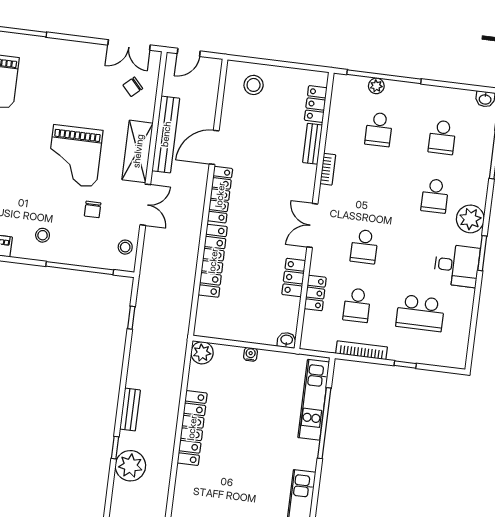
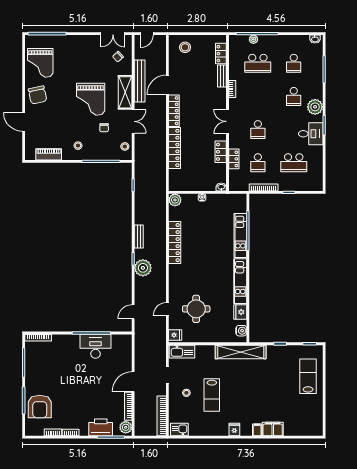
school desk: (379, 129) -> (258, 63), width x1.85
kitchen unit: (314, 400) -> (240, 236), moved

